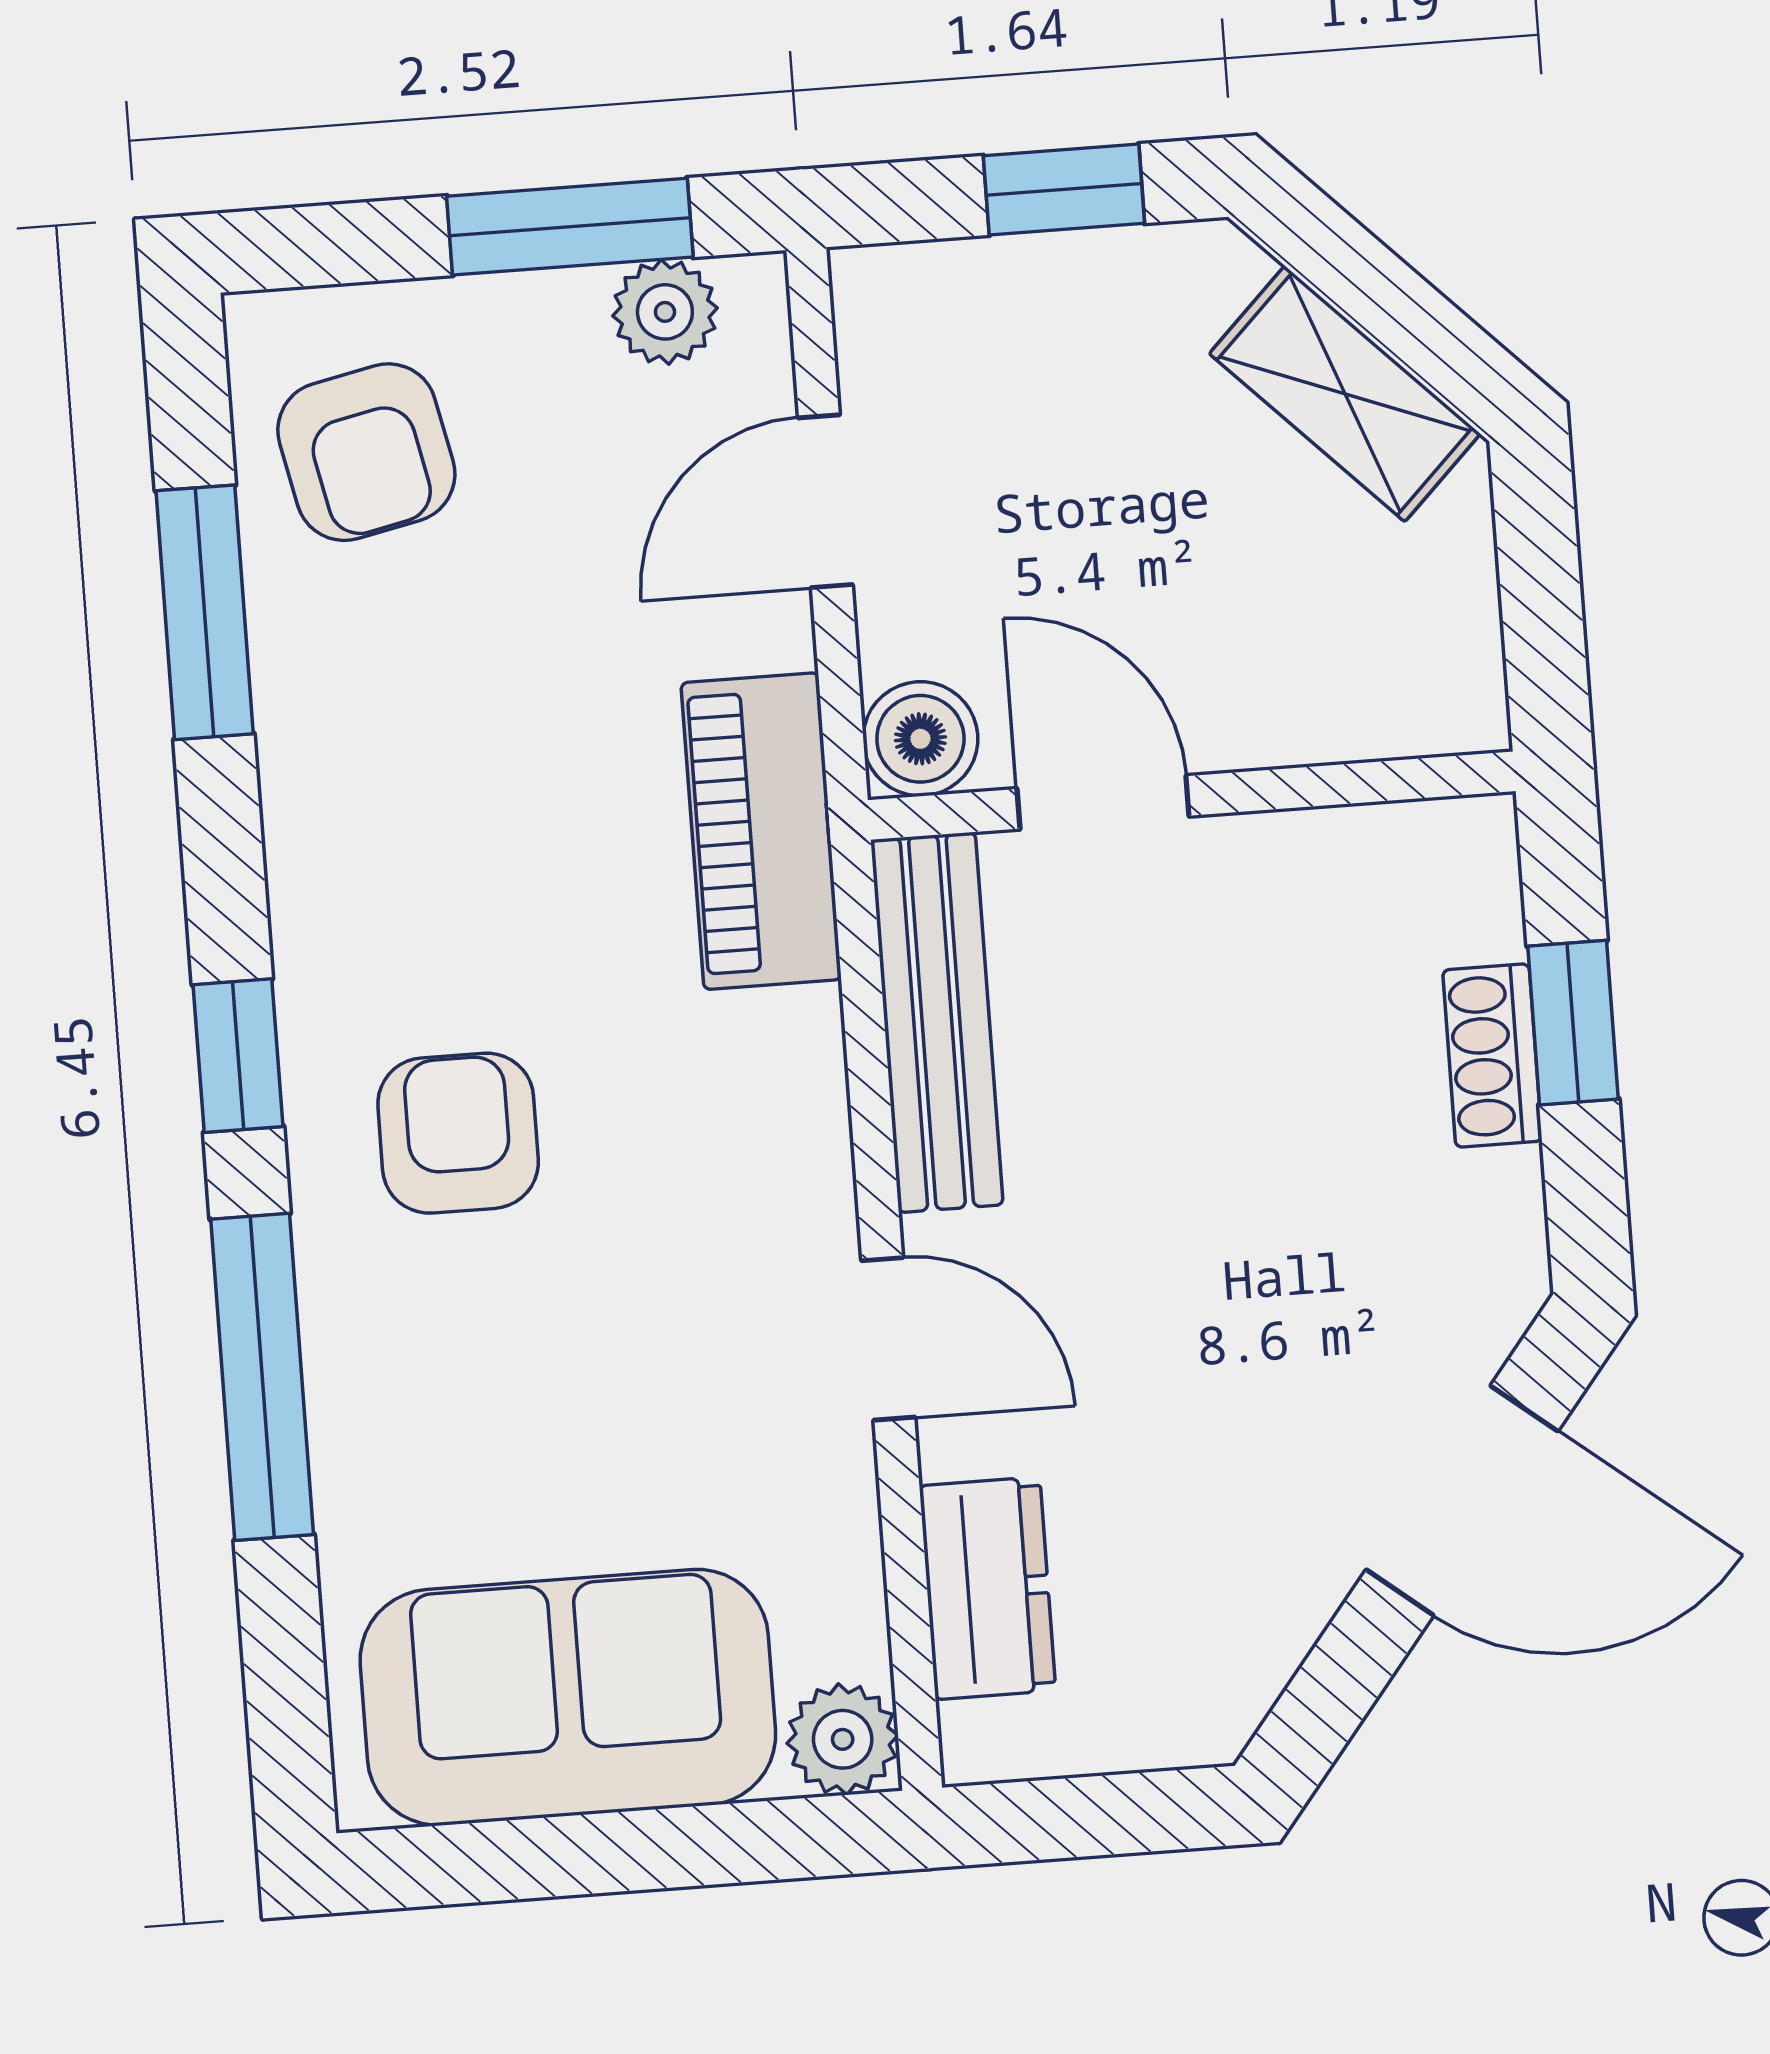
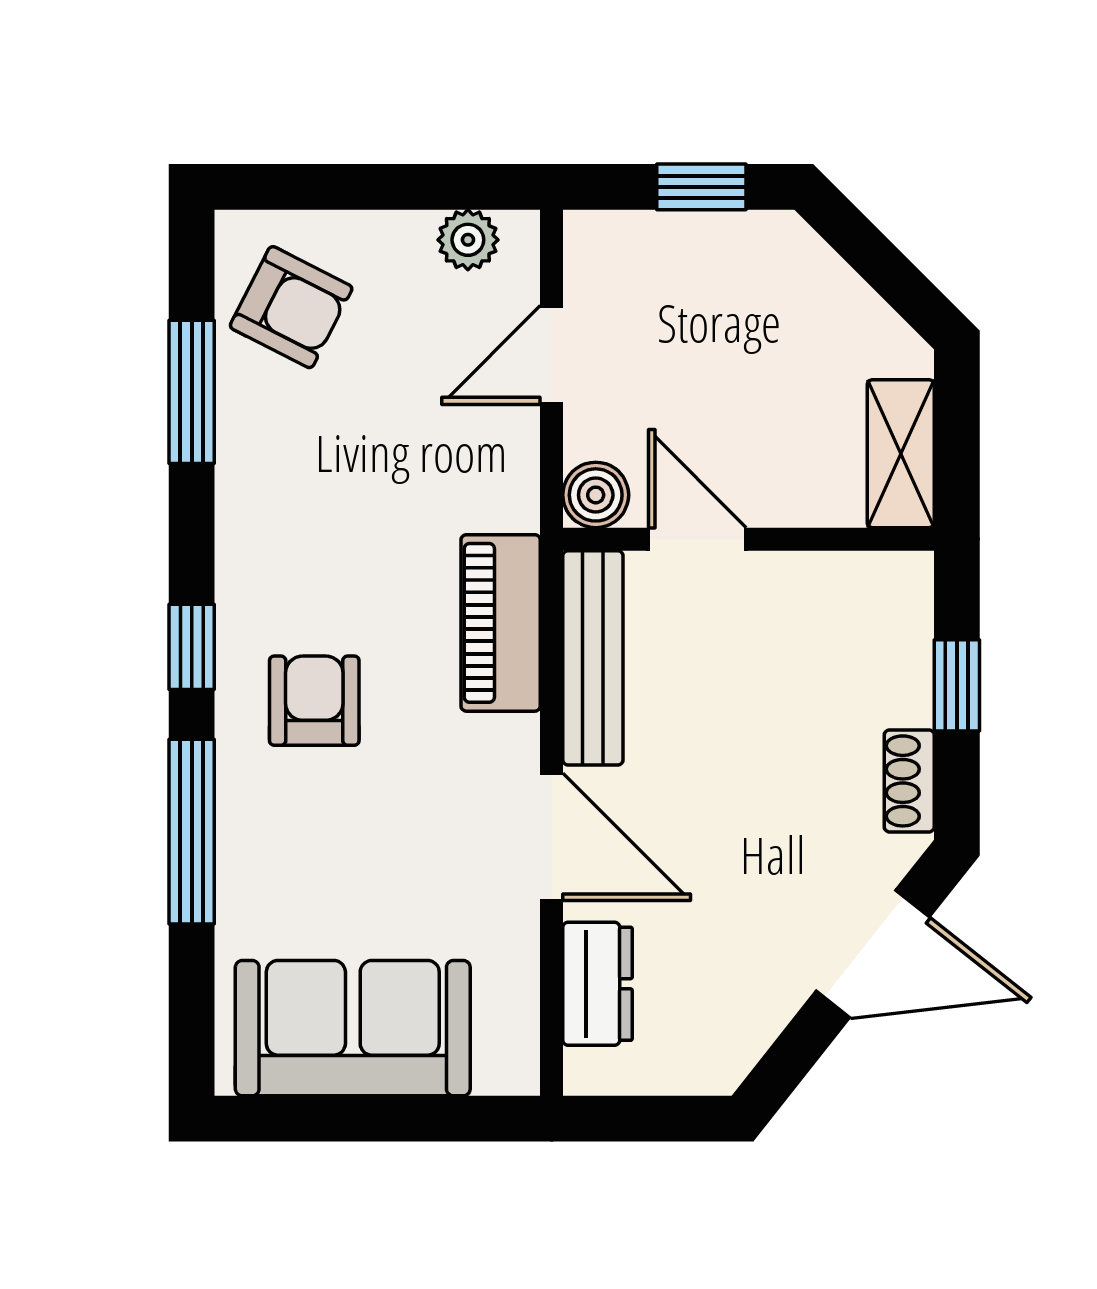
window: (570, 227) -> (417, 187), removed
shelving: (1345, 394) -> (901, 454), moved, turned 45
armchair: (366, 452) -> (291, 307), turned -51
piano: (761, 831) -> (501, 623), moved
shoe rack: (1492, 1056) -> (909, 781), moved
door: (888, 1339) -> (552, 837), width x1.37
plant: (843, 1739) -> (508, 1064), removed

